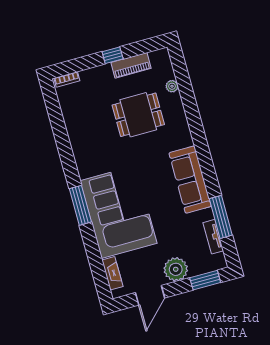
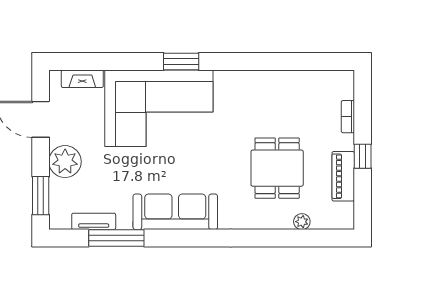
bookcase: (67, 79) -> (348, 117), moved
window: (80, 205) -> (181, 61), width x0.69

